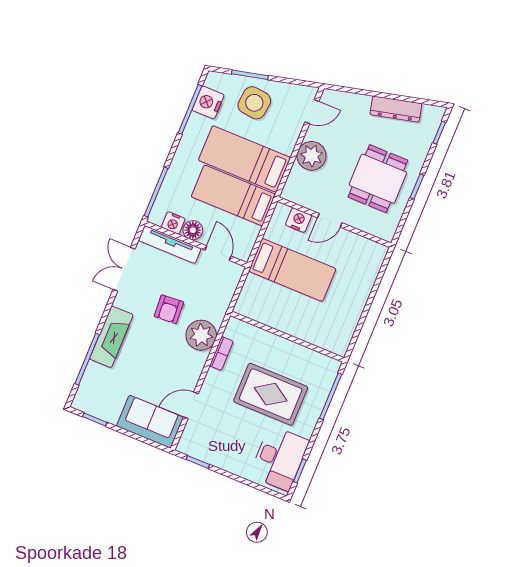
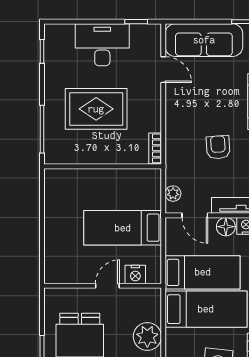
plant: (201, 335) -> (173, 194), moved, width x0.53, depth x0.53
bookcase: (221, 353) -> (155, 148), moved
door: (191, 405) -> (163, 70), hinge flipped
sofa: (150, 422) -> (204, 40), width x1.36
desk: (279, 458) -> (102, 45), moved, turned 90

